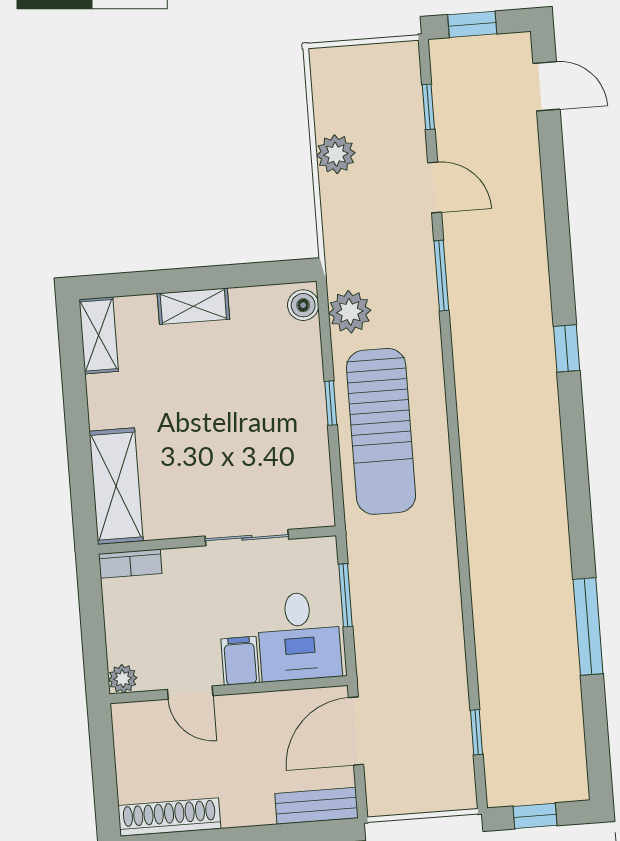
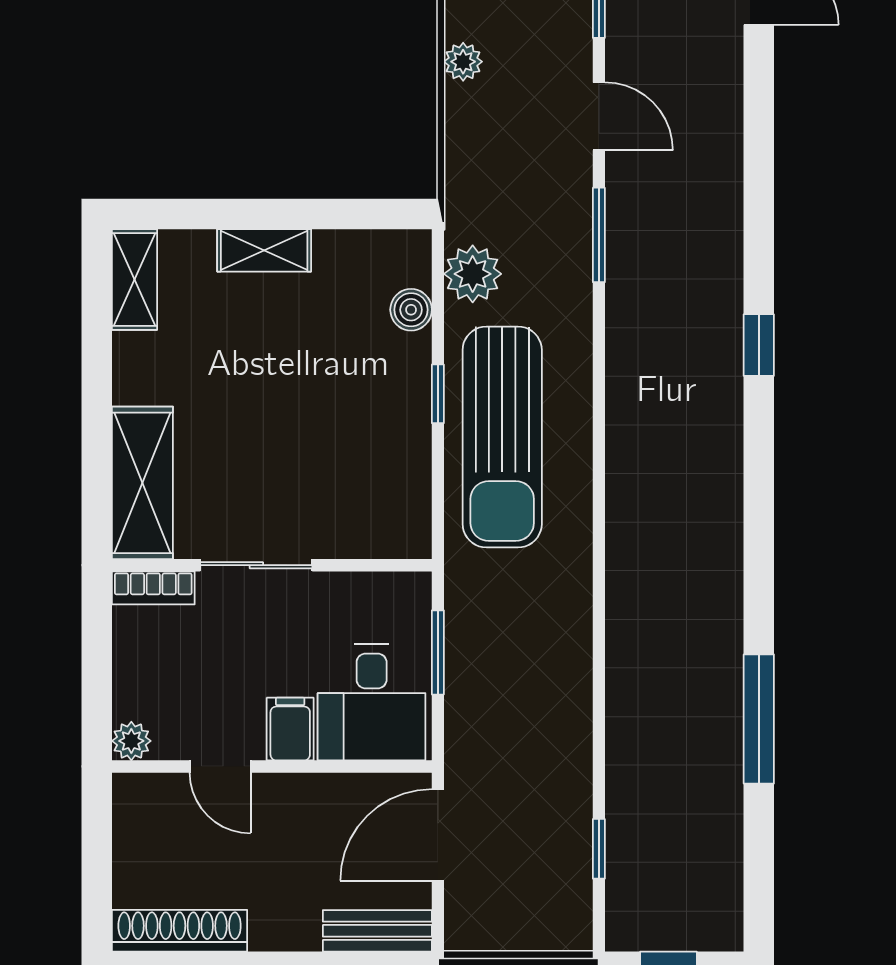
plant: (336, 154) -> (463, 62), width x0.73, depth x0.73
boiler: (303, 305) -> (411, 310), moved
sliding door: (247, 538) -> (256, 565), moved

